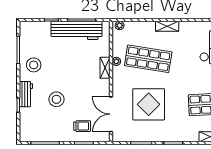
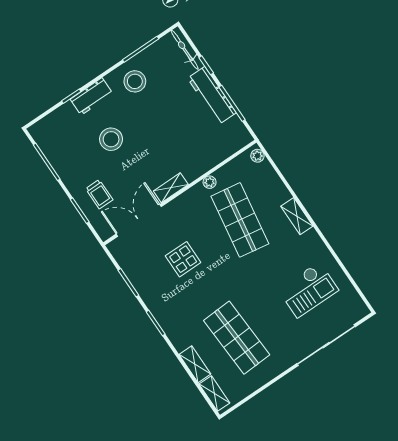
bicycle: (35, 26) -> (185, 50), added
workbench: (77, 30) -> (212, 95), width x0.73, depth x0.76
shelving: (105, 68) -> (171, 188), moved
display table: (149, 104) -> (183, 259), width x0.54, depth x0.54

